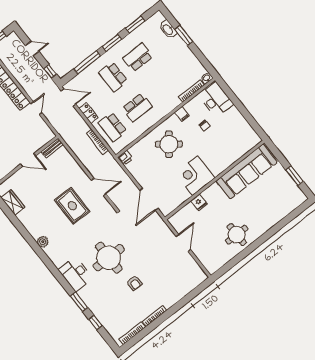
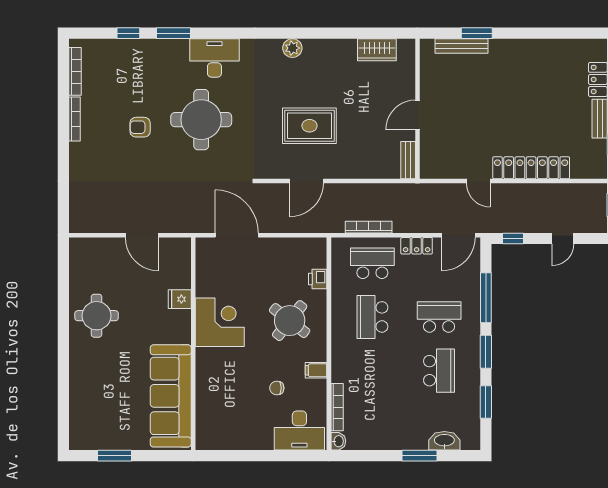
printer: (125, 158) -> (318, 279), moved

